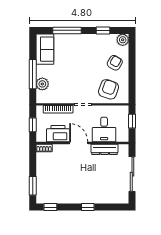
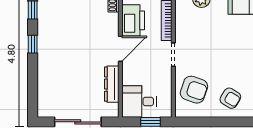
desk: (104, 129) -> (139, 101), moved
window: (88, 207) -> (33, 44), moved

